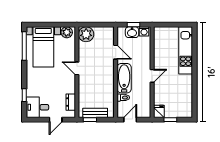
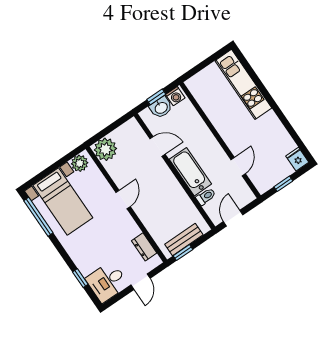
door: (77, 68) -> (123, 200), swing flipped
door: (152, 76) -> (238, 167), moved
fridge: (159, 111) -> (297, 159), moved

